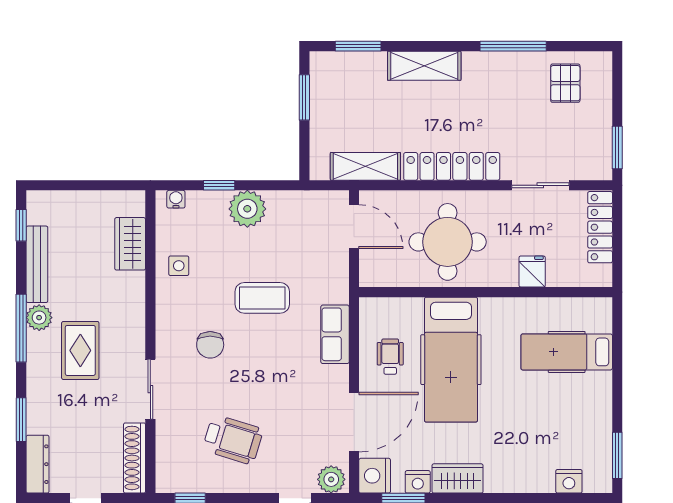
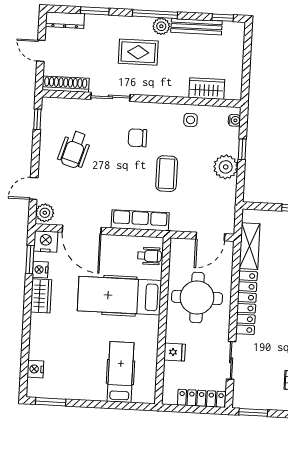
row of seats: (335, 334) -> (140, 220), width x1.48
wheelchair: (390, 357) -> (149, 256), moved

